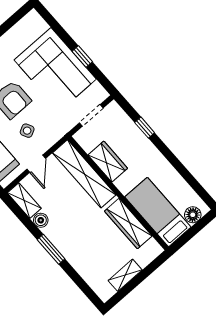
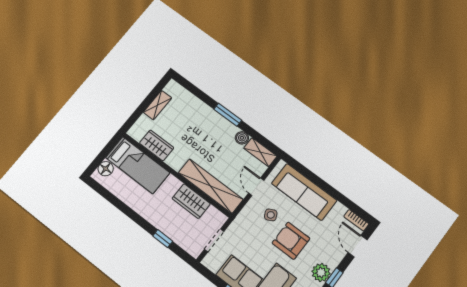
wardrobe: (128, 224) -> (157, 145), width x0.67

